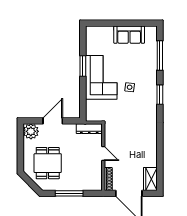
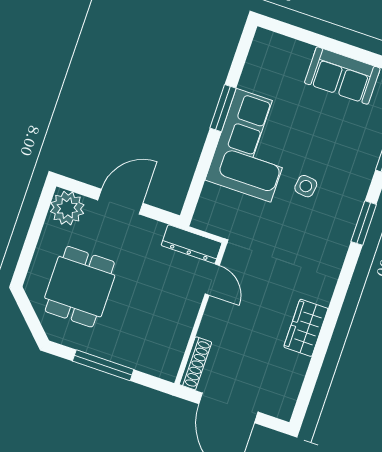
door: (103, 153) -> (212, 280), moved
wardrobe: (150, 179) -> (306, 328), moved

